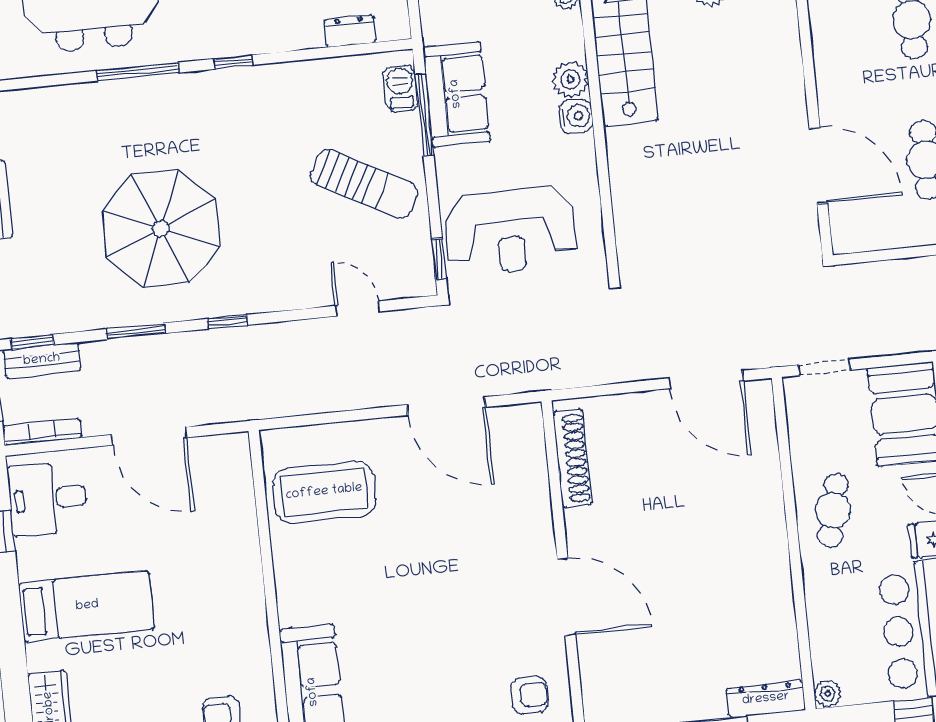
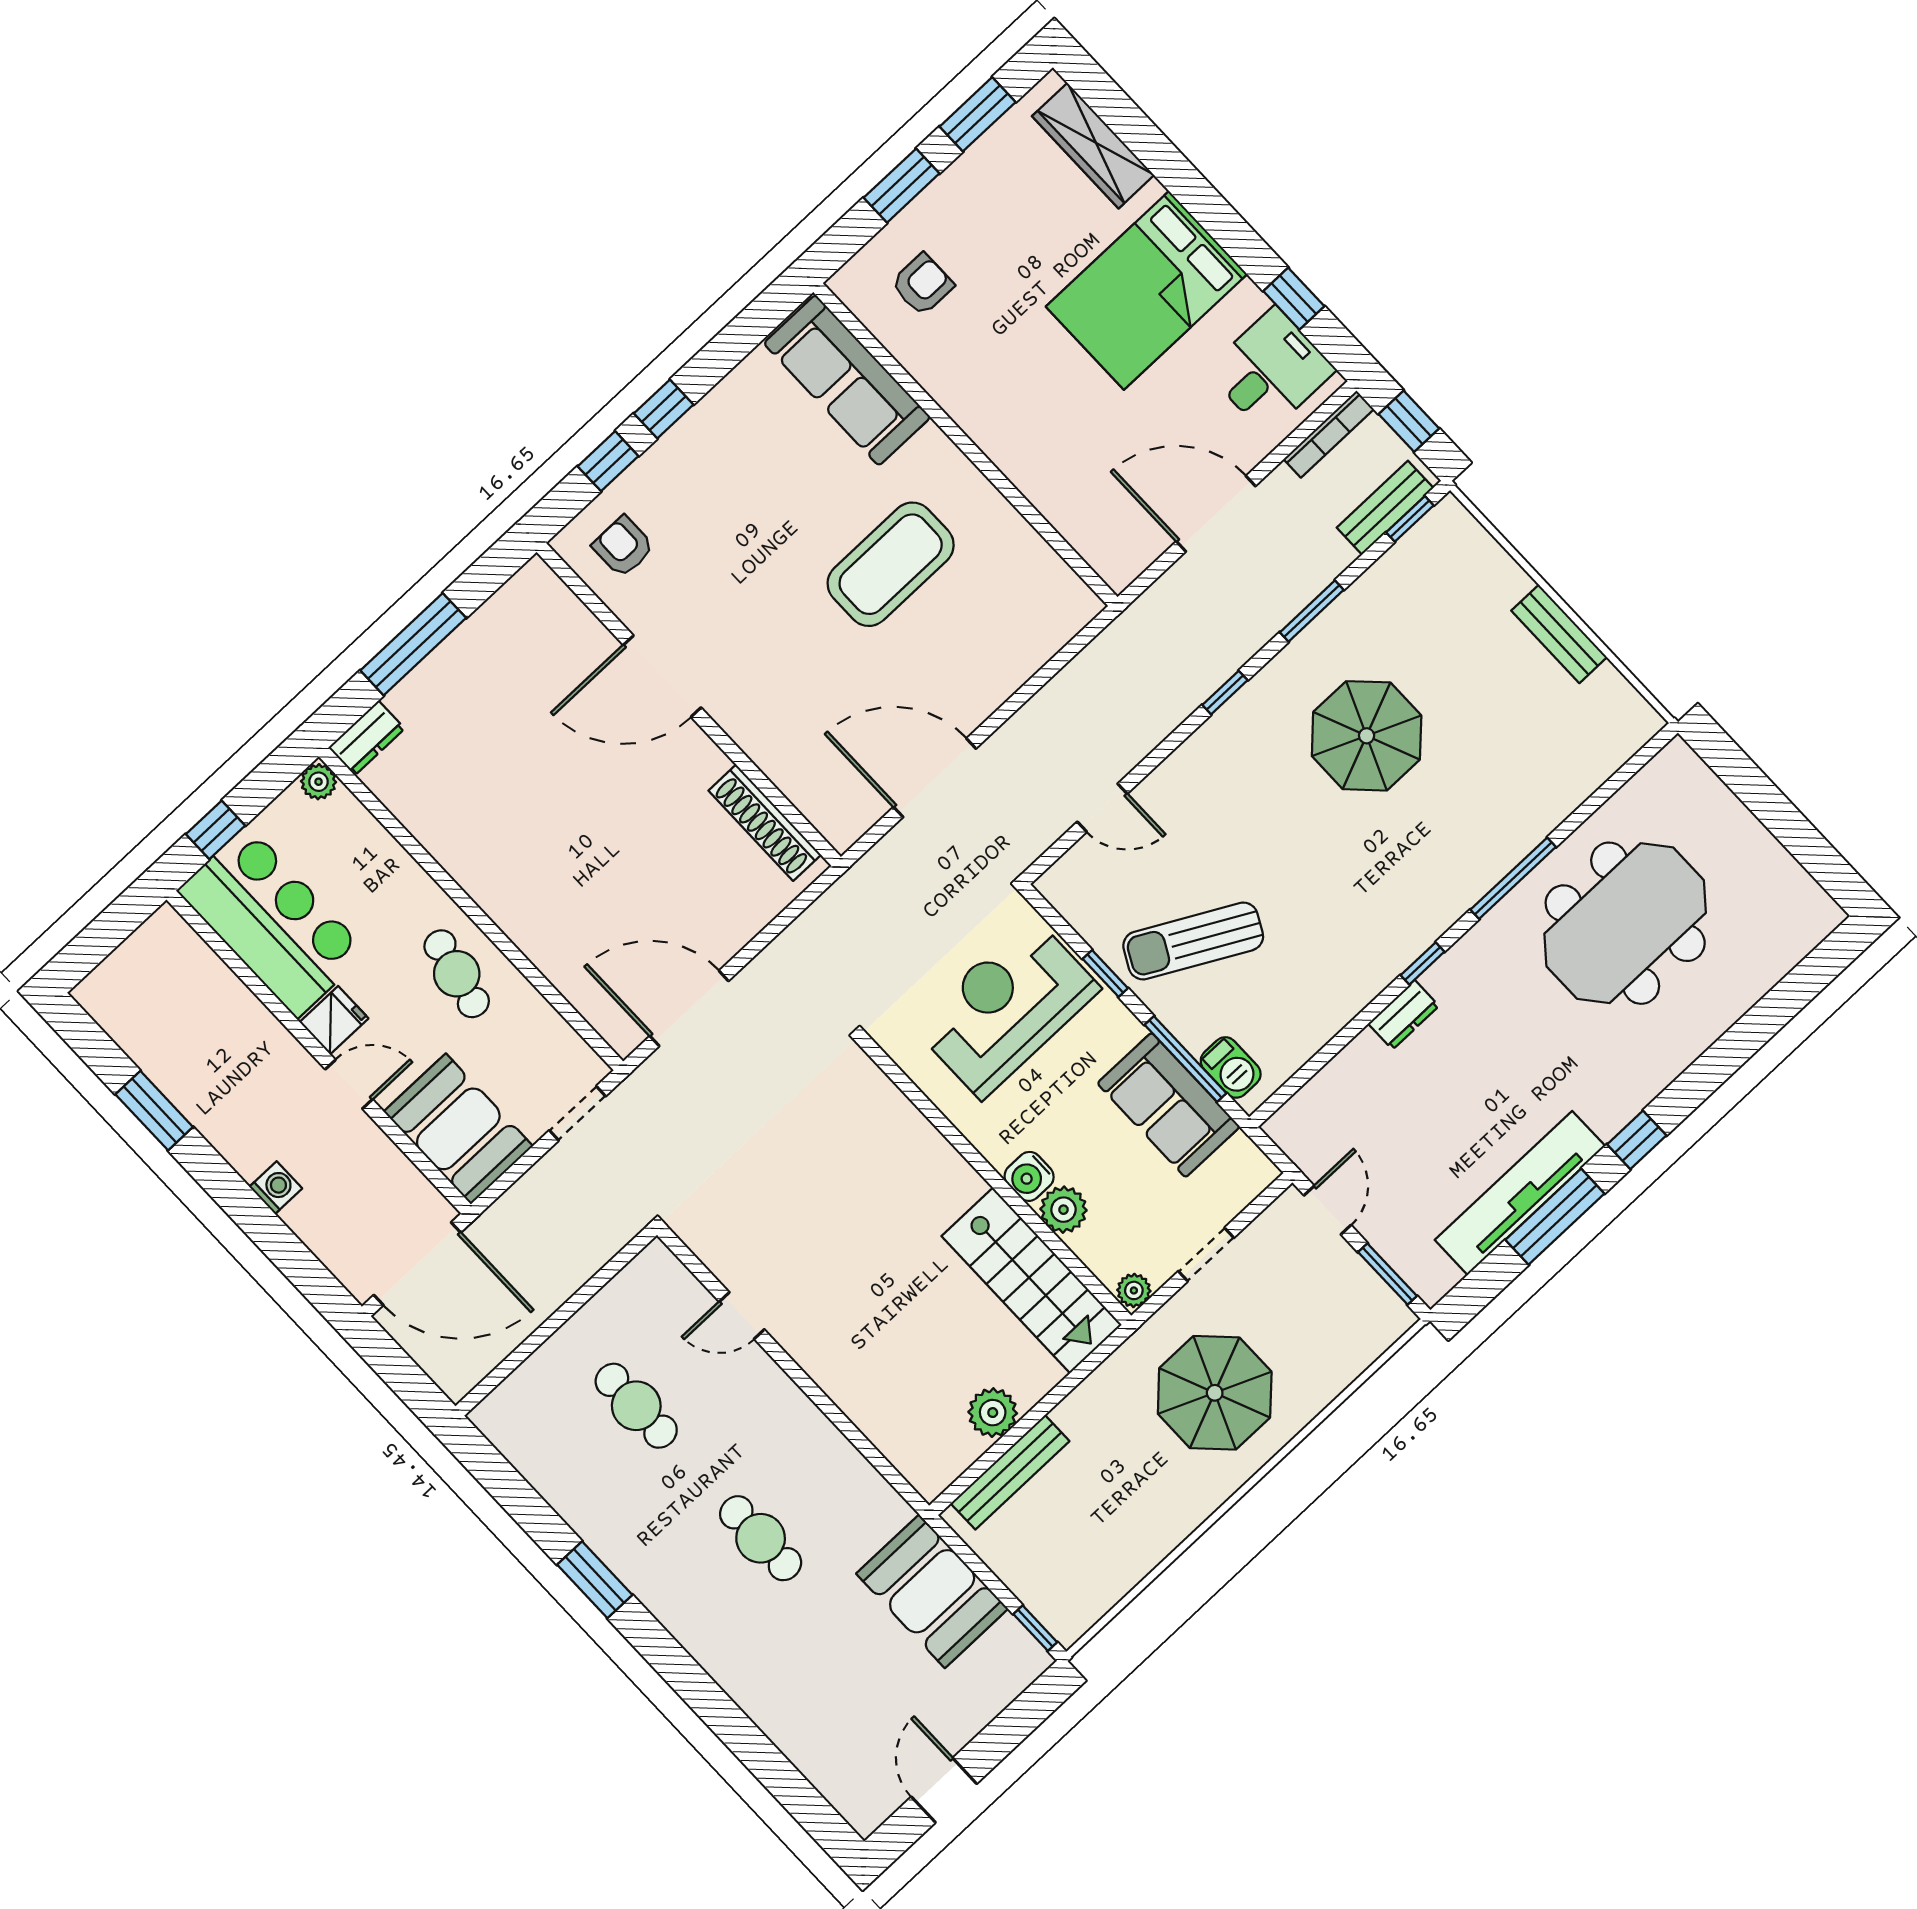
dresser: (350, 31) -> (1404, 1015), moved
door: (818, 166) -> (742, 1316), width x0.53
parasol: (161, 229) -> (1367, 736), width x0.73, depth x0.73
window: (439, 259) -> (1105, 974), moved
coffee table: (324, 492) -> (891, 564), moved
bed: (87, 606) -> (1147, 290), width x1.50
armchair: (529, 695) -> (623, 547), turned 90
dresser: (766, 699) -> (367, 738), width x0.70

